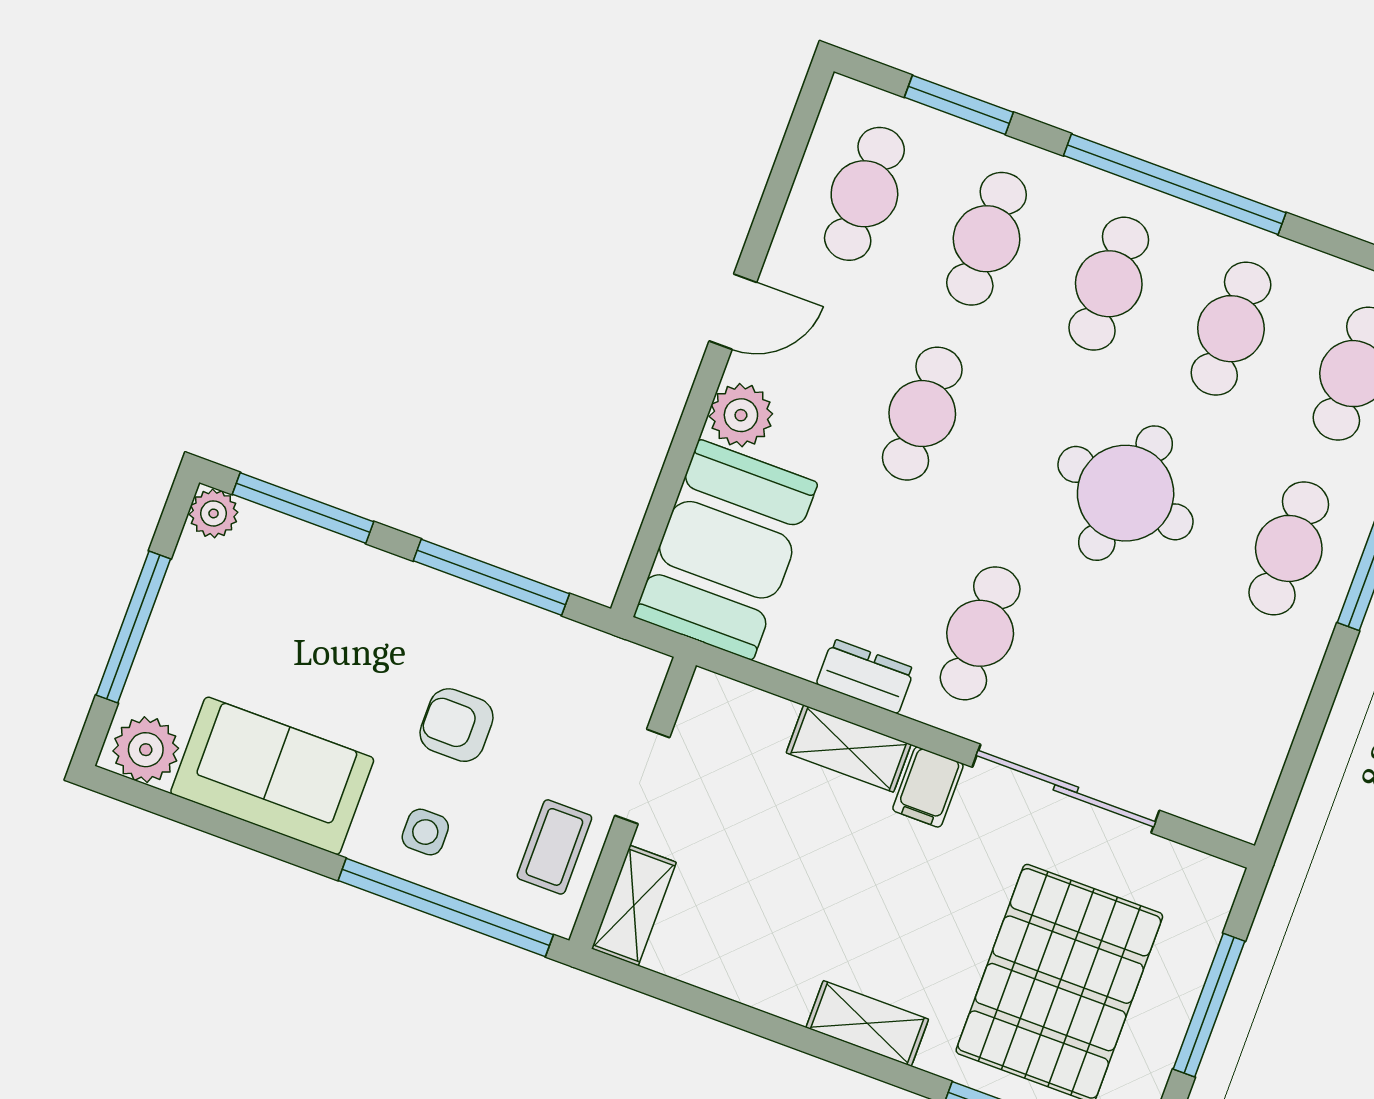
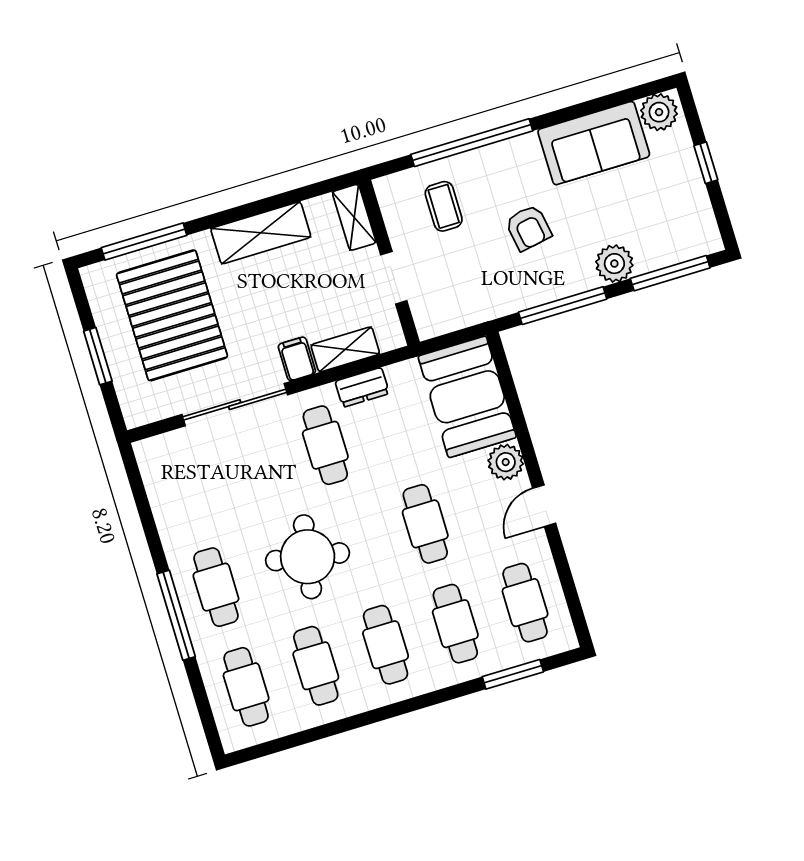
window: (1175, 184) -> (390, 711), removed
plant: (214, 513) -> (614, 264), moved, width x1.38, depth x1.38
window: (133, 627) -> (706, 163), width x0.46
armchair: (456, 725) -> (528, 228), turned 80
doorway: (642, 777) -> (394, 278), moved
wall: (633, 803) -> (389, 263), moved
side table: (425, 832) -> (506, 169), removed
shelving: (634, 905) -> (354, 217), moved
window: (1209, 1005) -> (98, 356), width x0.69
shelving: (867, 1023) -> (261, 233), width x1.50, depth x1.33

